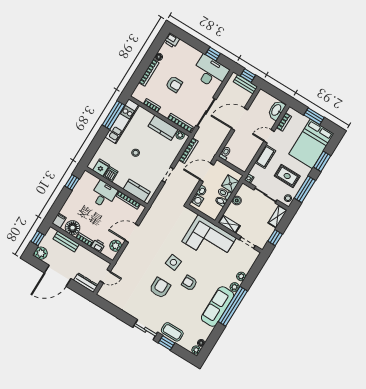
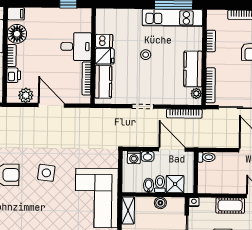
fridge: (101, 168) -> (105, 56), moved
armchair: (189, 283) -> (34, 205), removed

